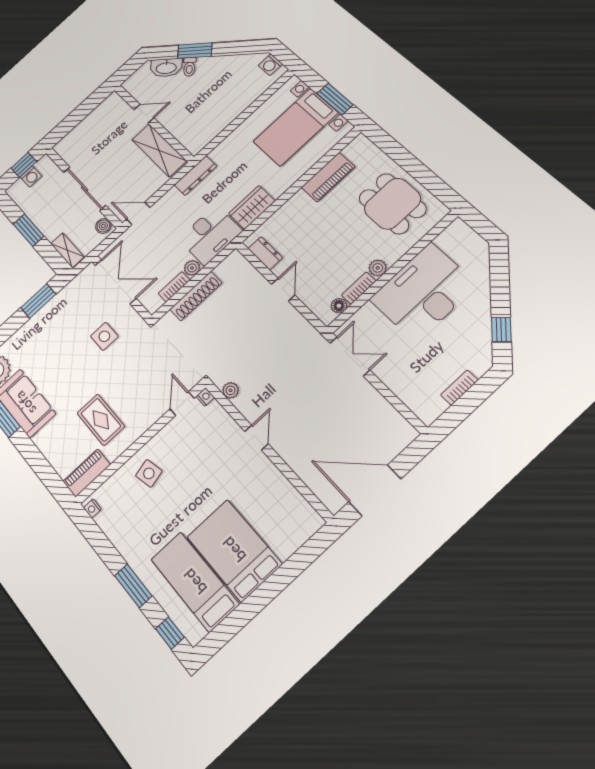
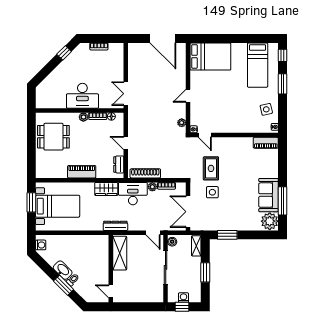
washbasin: (166, 68) -> (63, 270), moved
door: (144, 114) -> (111, 291), moved
piano: (328, 177) -> (82, 172), moved
dining table: (392, 204) -> (53, 137), turned 90
door: (283, 290) -> (126, 143), hinge flipped
desk: (423, 292) -> (82, 96), width x0.73, depth x0.77
shoe rack: (196, 296) -> (145, 173), moved
door: (182, 404) -> (205, 135), hinge flipped
rug: (101, 420) -> (211, 168), moved
side table: (149, 473) -> (266, 109), moved
bed: (234, 550) -> (210, 56), moved, turned -90

